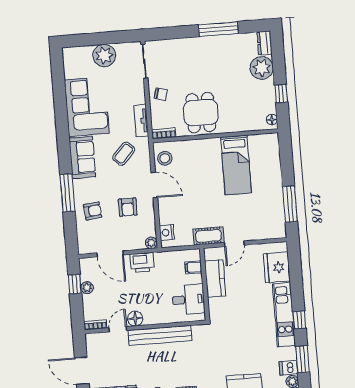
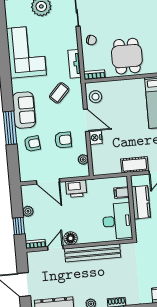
sofa: (82, 157) -> (24, 110), moved
armchair: (128, 207) -> (63, 140), turned -90
nightstand: (167, 233) -> (96, 138), moved
plant: (151, 243) -> (83, 159), moved
window: (75, 284) -> (19, 226), moved
desk: (188, 300) -> (117, 221), width x1.37

